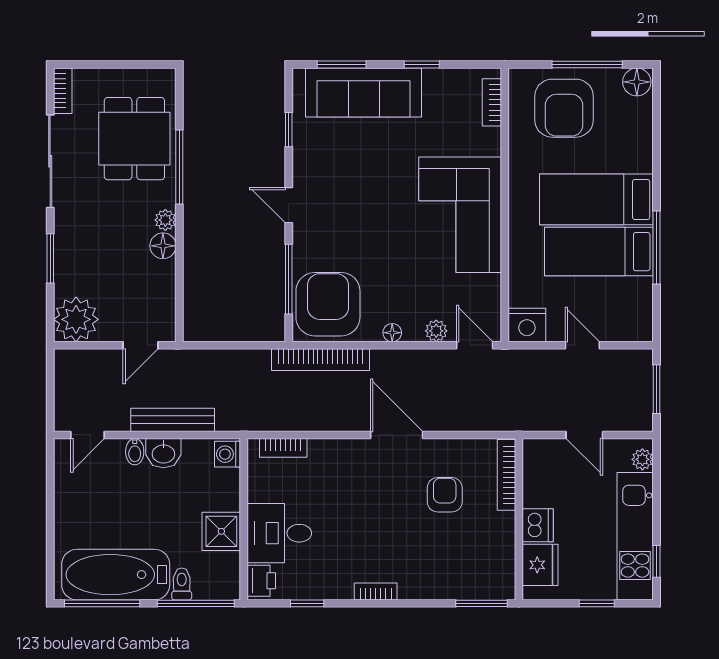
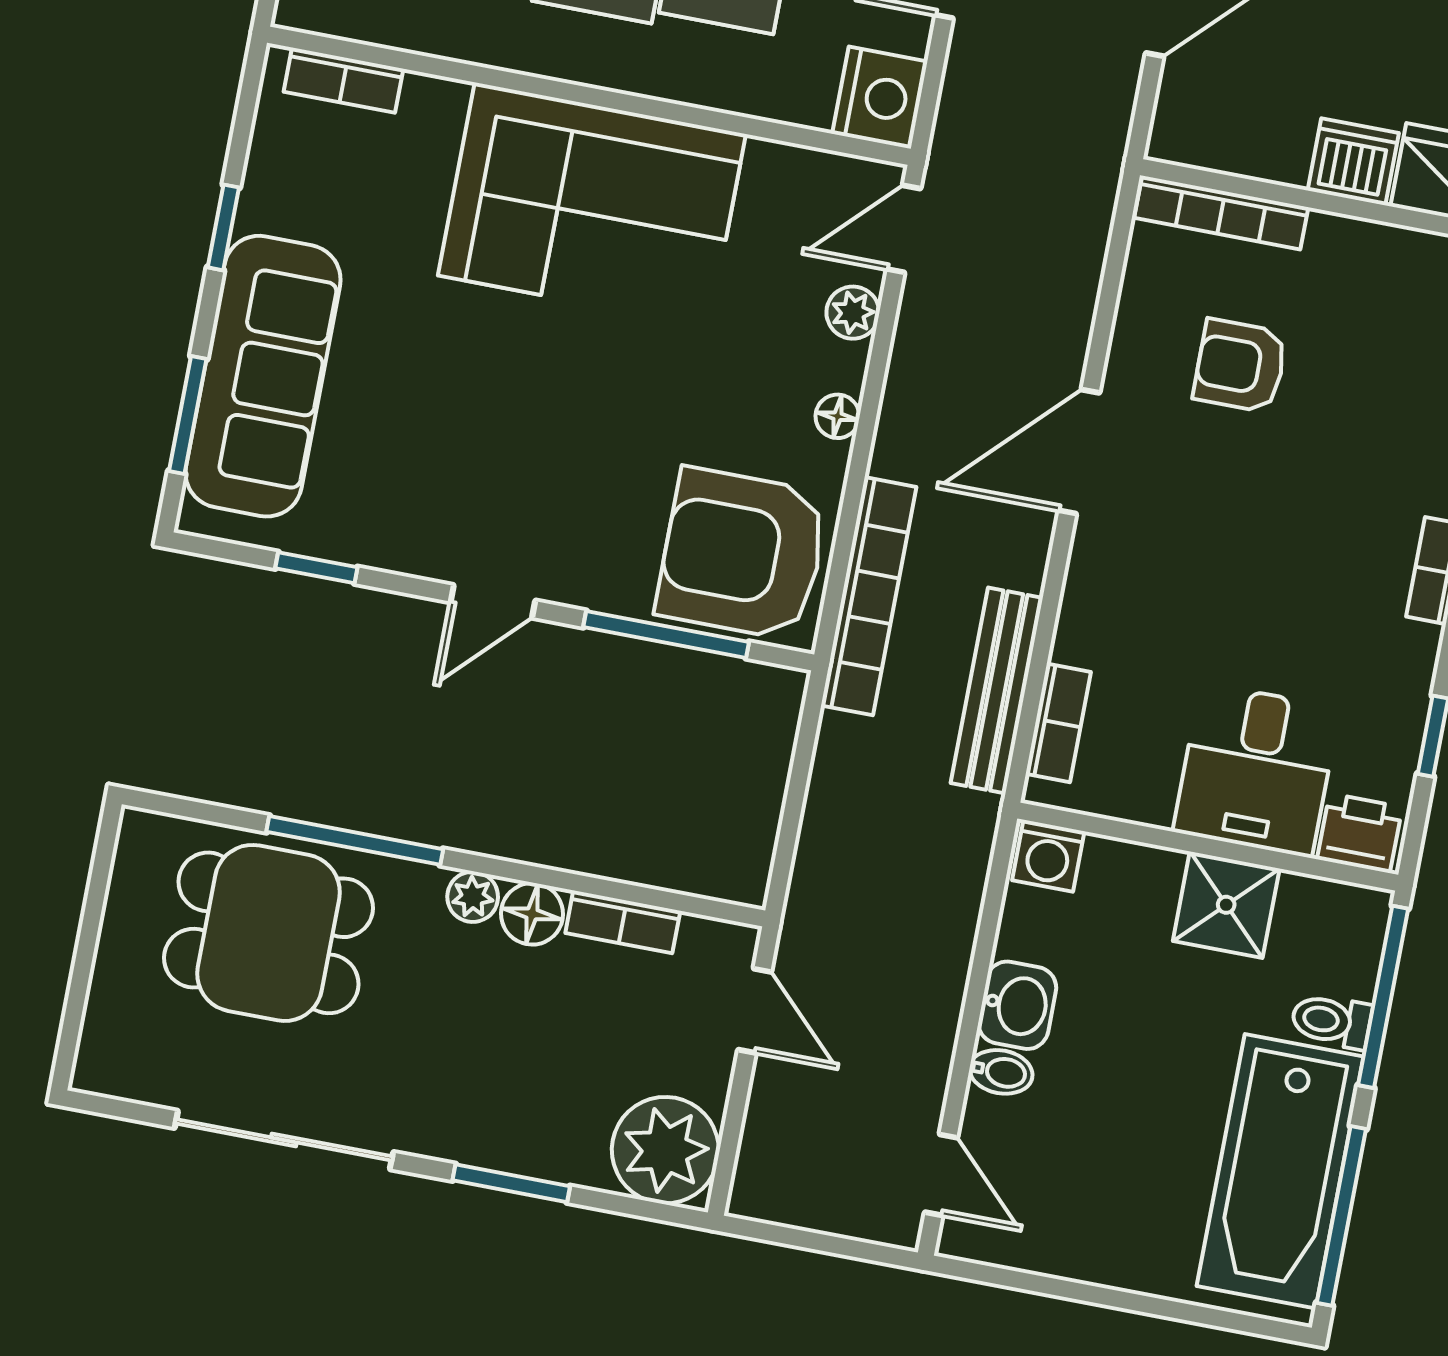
bookcase: (63, 91) -> (623, 922), moved, turned 180
bench: (173, 420) -> (997, 690), moved

